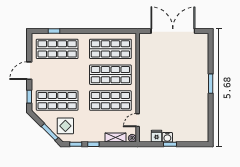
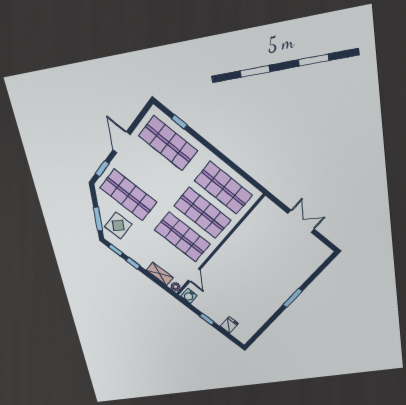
double door: (173, 31) -> (301, 221), width x0.54
door: (29, 71) -> (122, 142), hinge flipped
door: (138, 120) -> (194, 275), swing flipped
fridge: (157, 136) -> (229, 325), moved
water cooler: (167, 137) -> (189, 296), moved

